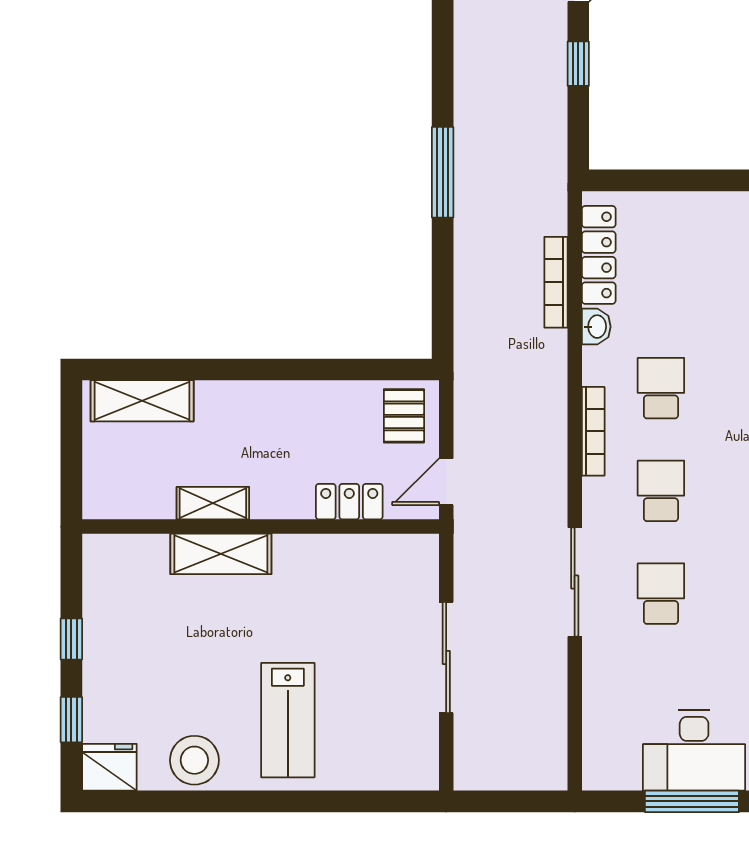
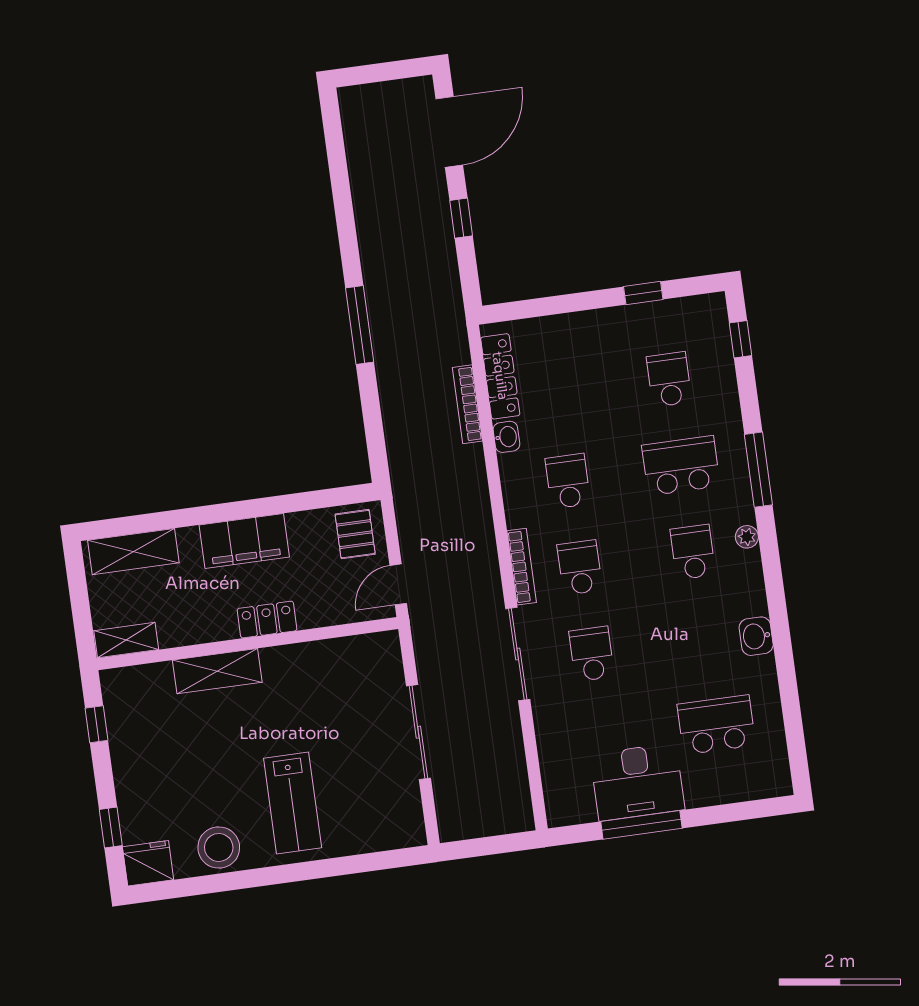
filing cabinet: (273, 406) -> (244, 541), added
bookcase: (593, 431) -> (522, 567), moved
locker: (349, 502) -> (267, 620), moved
shelving: (213, 503) -> (126, 640), moved
window: (71, 639) -> (97, 724), moved

